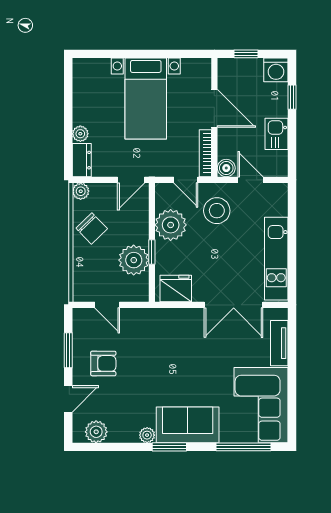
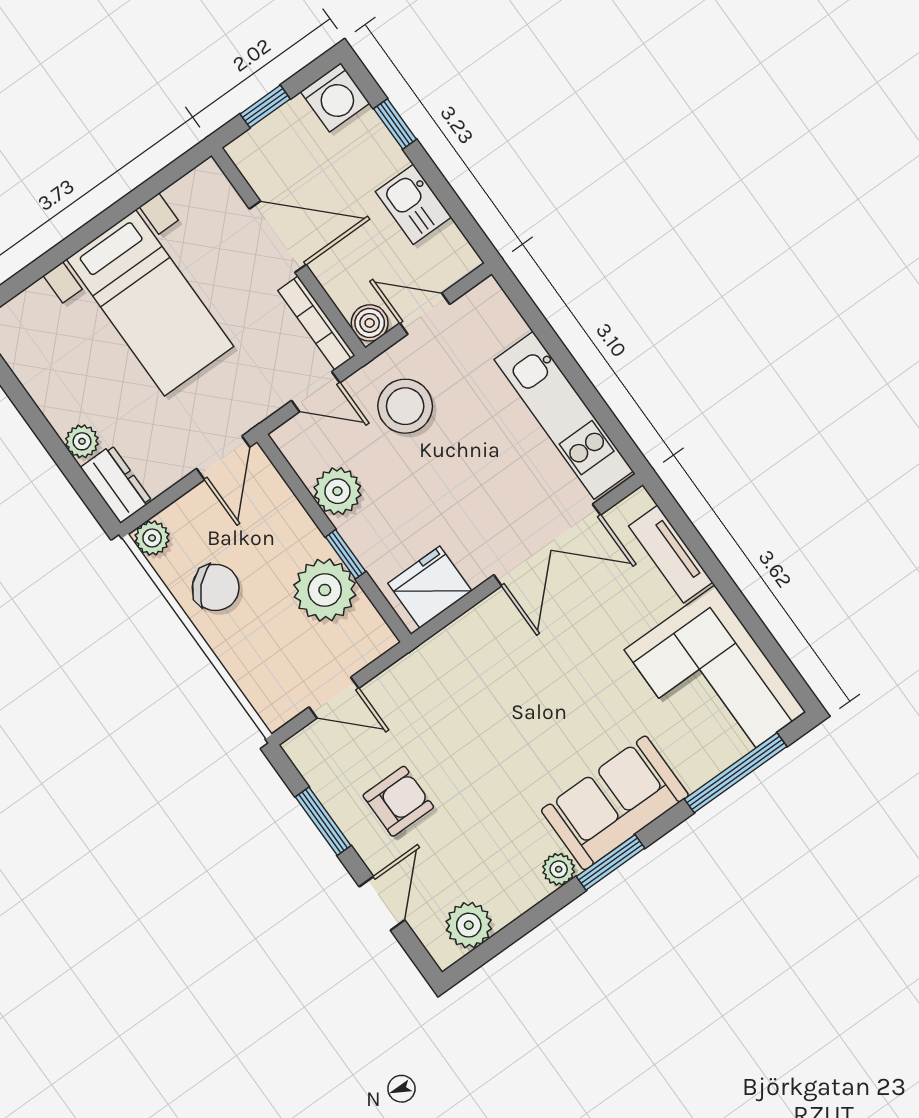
plant: (171, 225) -> (337, 491), width x0.73, depth x0.73

